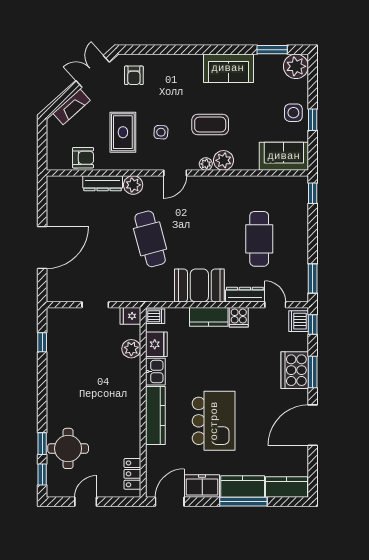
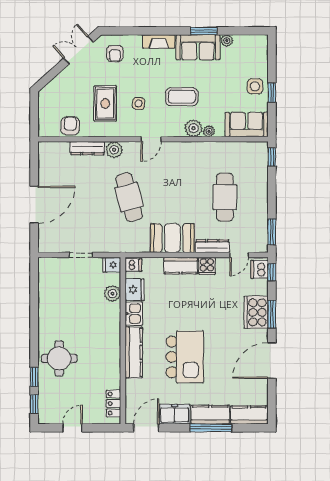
window: (272, 50) -> (204, 31), moved
plant: (296, 66) -> (227, 41), moved, width x0.53, depth x0.53
fireplace: (72, 107) -> (159, 42), moved, turned 42
armchair: (83, 158) -> (70, 126), turned -88
plant: (206, 164) -> (209, 131), moved
door: (275, 305) -> (239, 255), swing flipped
window: (42, 342) -> (34, 288), removed
round table: (68, 448) -> (59, 358), moved

